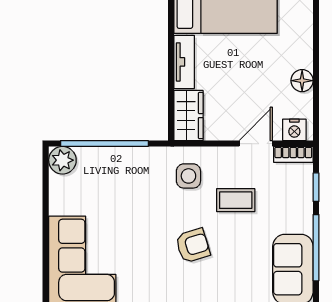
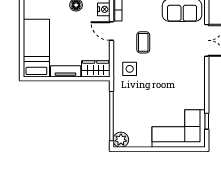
armchair: (193, 246) -> (169, 66), removed

